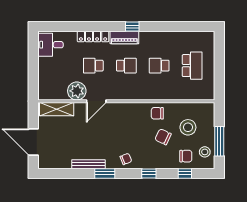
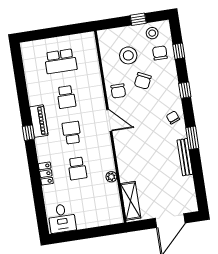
locker: (93, 37) -> (46, 174), width x0.66
piano: (124, 38) -> (39, 121), moved
school desk: (192, 66) -> (61, 61), turned 180
plant: (77, 91) -> (111, 177), width x0.53, depth x0.53
door: (96, 101) -> (109, 120), moved
window: (219, 141) -> (138, 19), width x0.46

